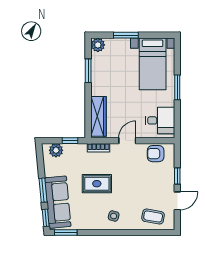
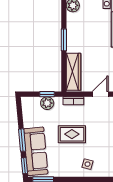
window: (88, 71) -> (64, 40), moved
plant: (56, 150) -> (47, 103), moved

